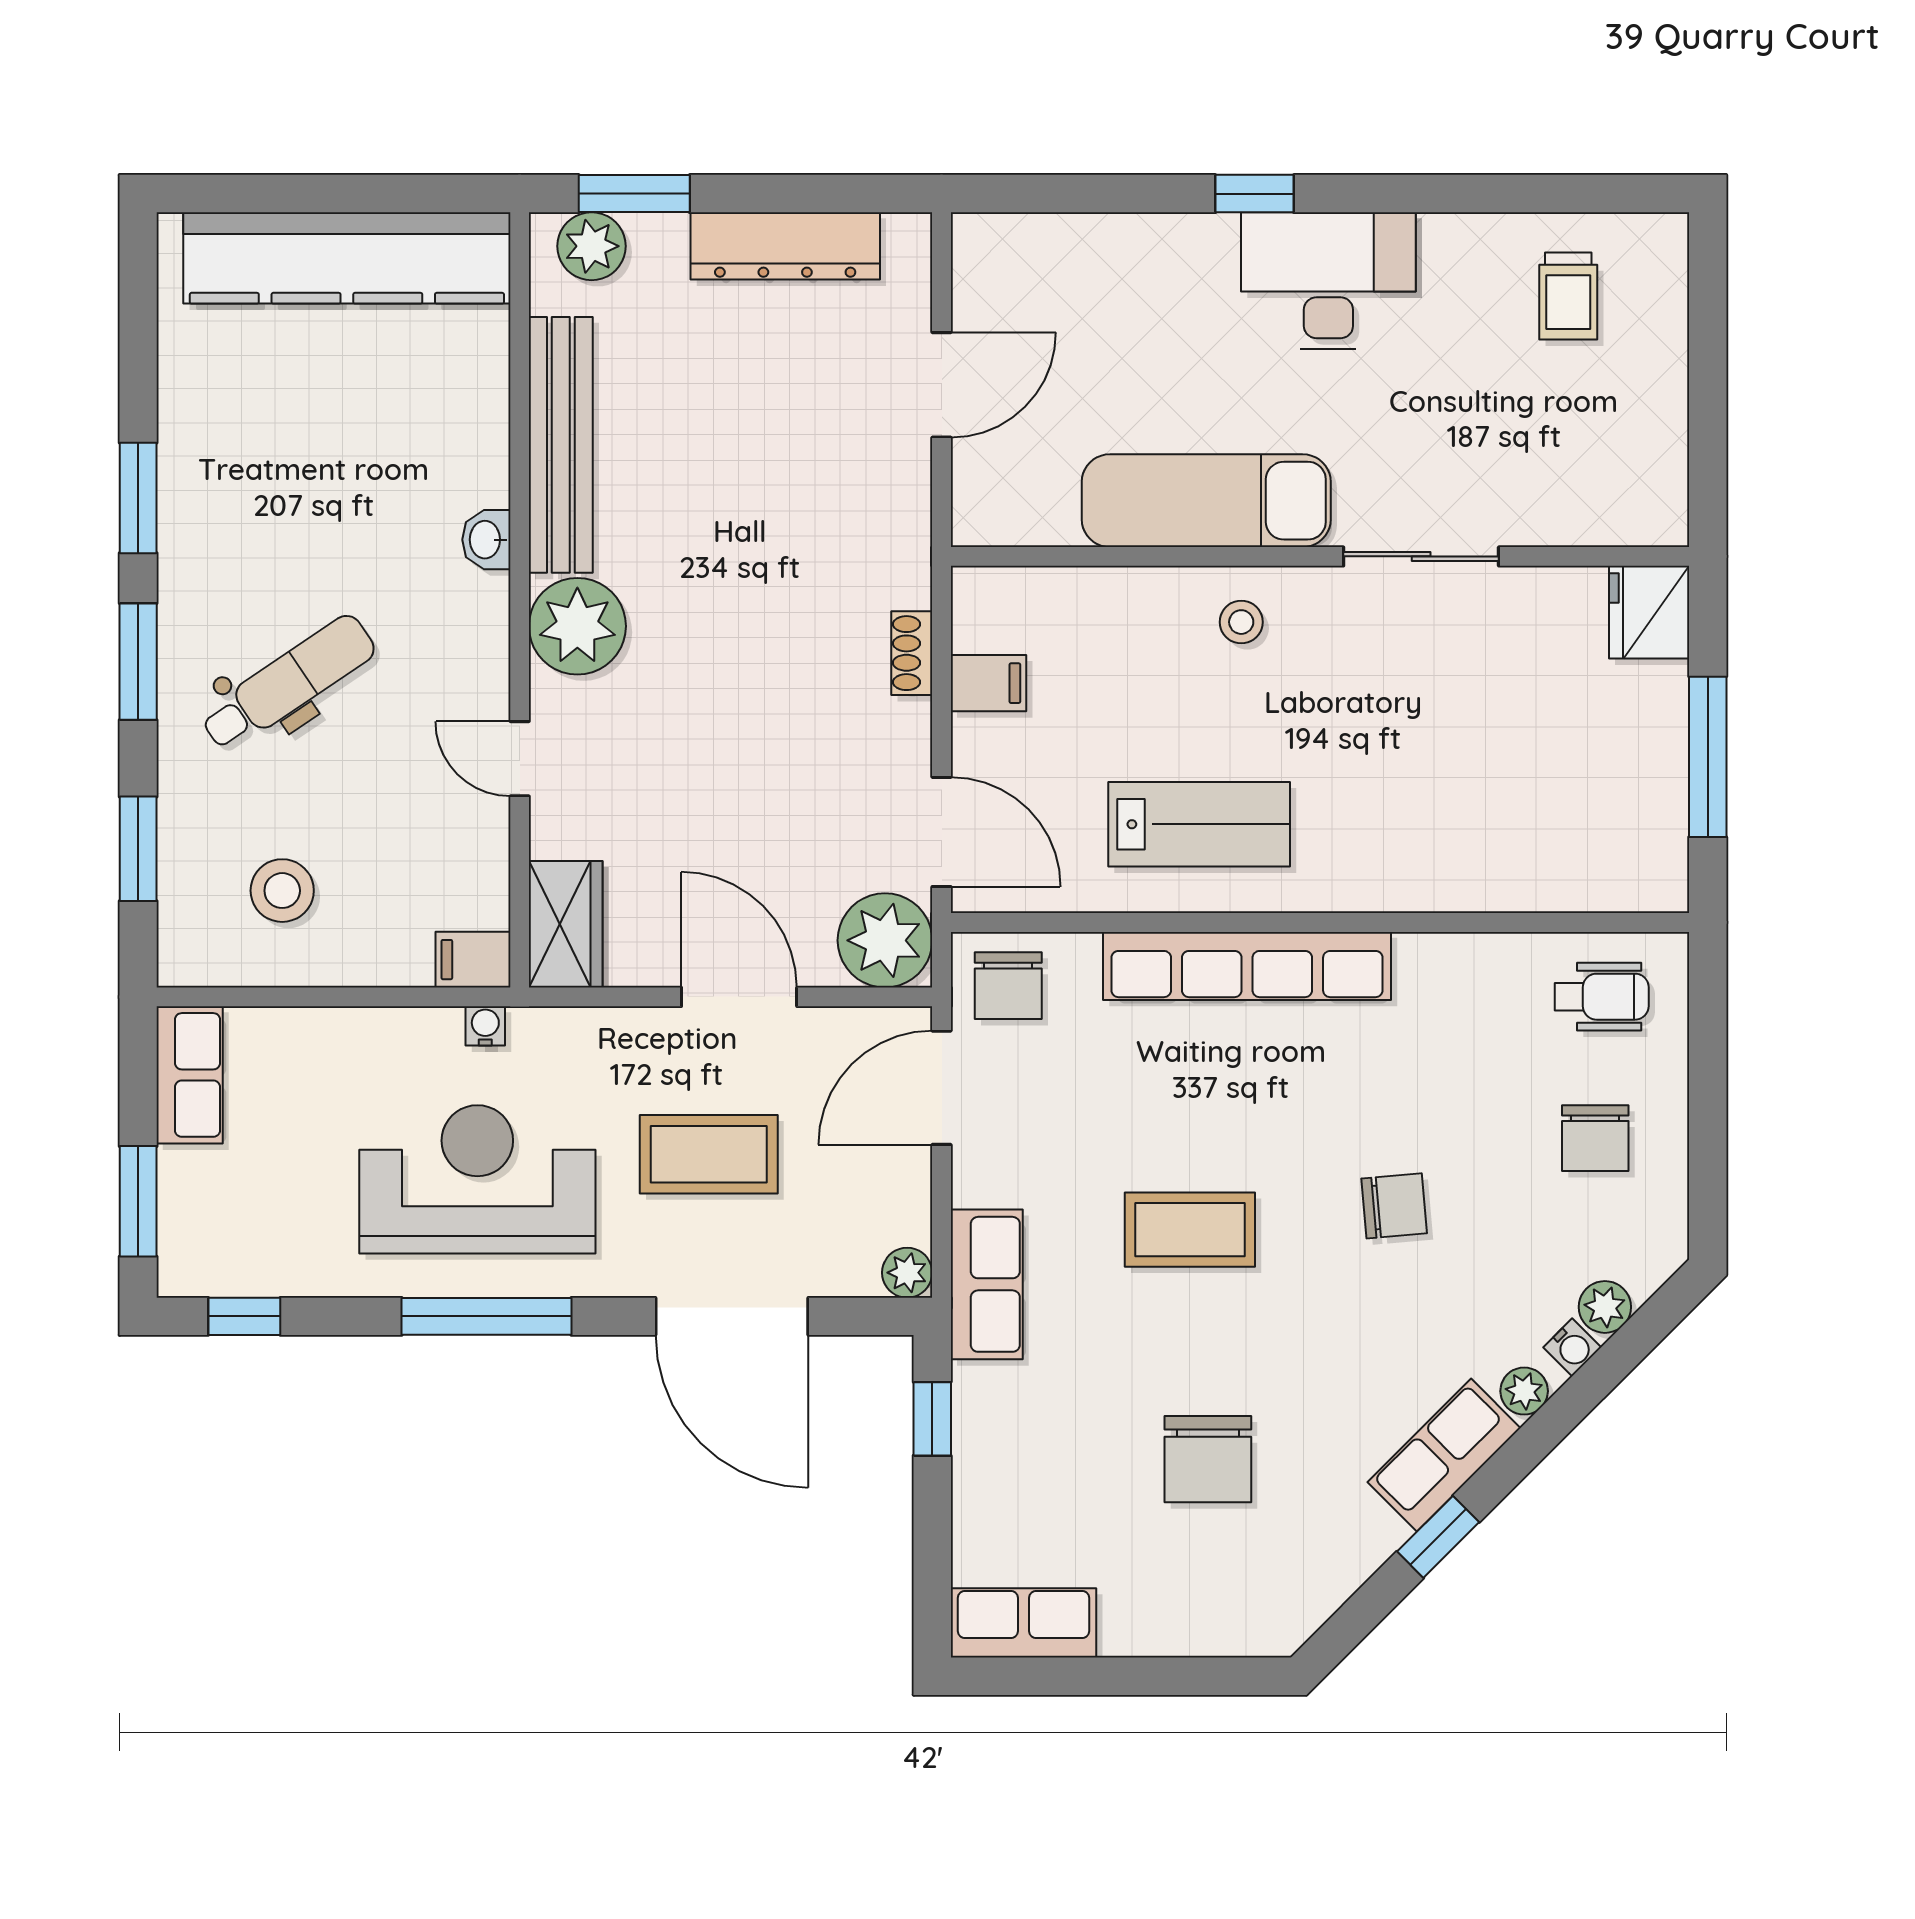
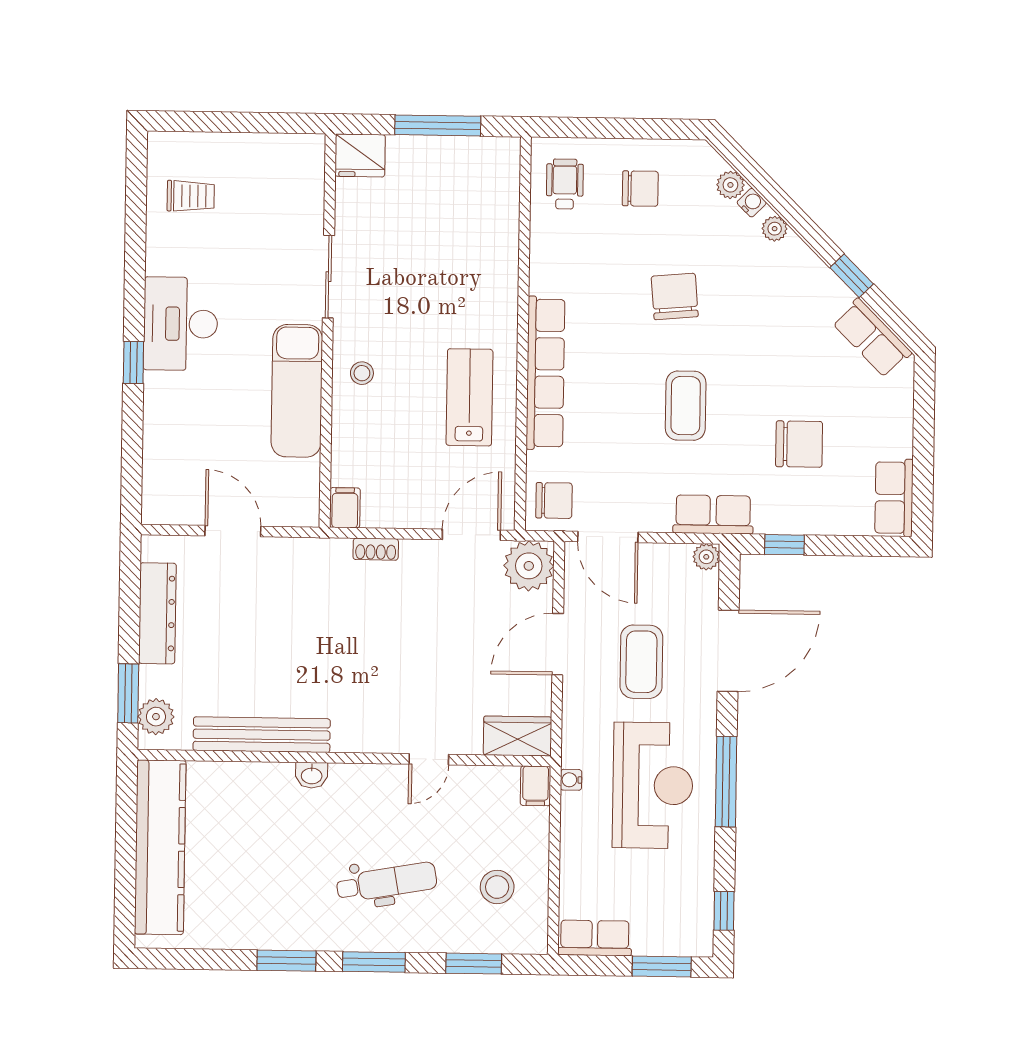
plant: (577, 626) -> (359, 727), removed
dental chair: (288, 683) -> (387, 882), turned 114
filing cabinet: (988, 683) -> (345, 508), moved
reception desk: (477, 1179) -> (653, 785), turned 180
chair: (1394, 1206) -> (675, 296), width x1.37, depth x1.37
row of seats: (1444, 1455) -> (872, 338), moved
chair: (1208, 1459) -> (799, 444), moved

